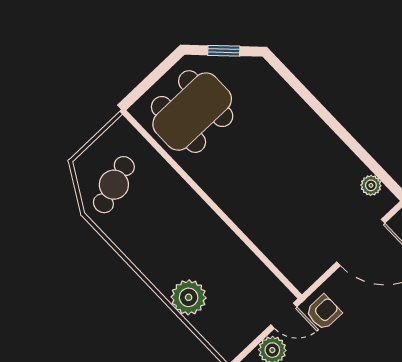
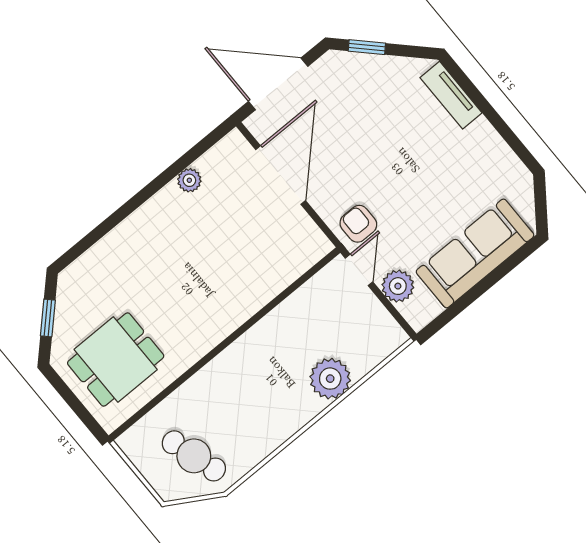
dining table: (192, 112) -> (116, 360), width x0.73
plant: (371, 185) -> (189, 180), moved

